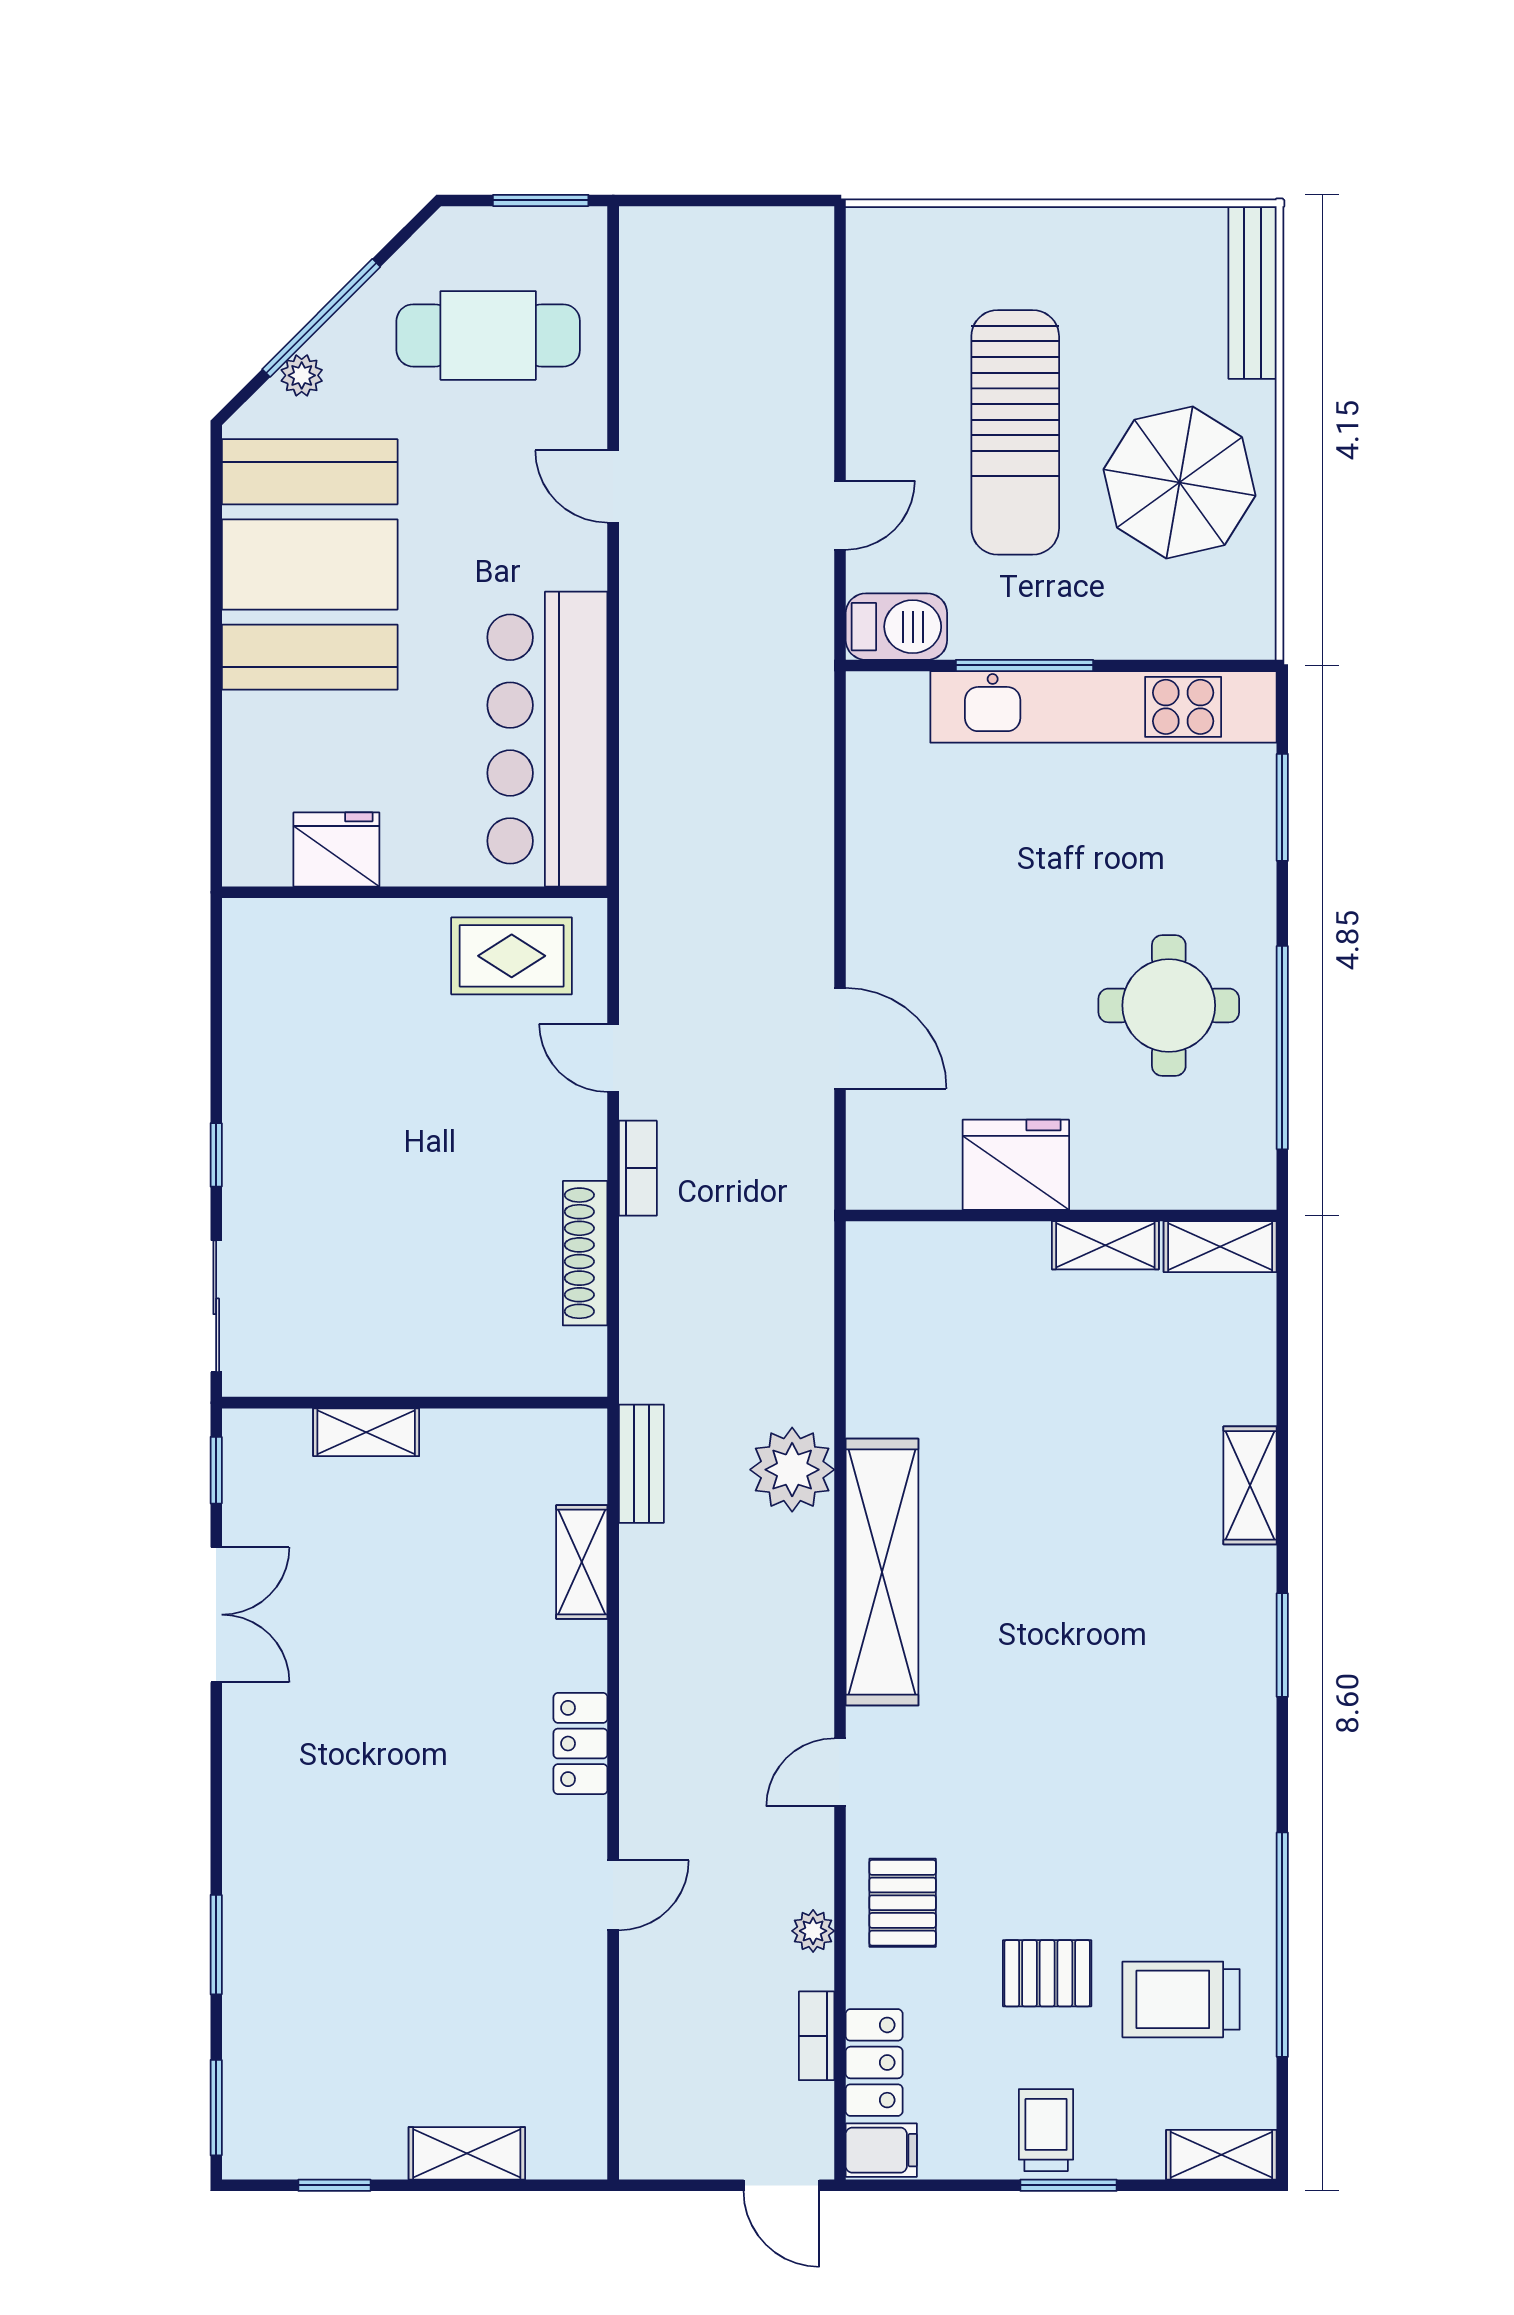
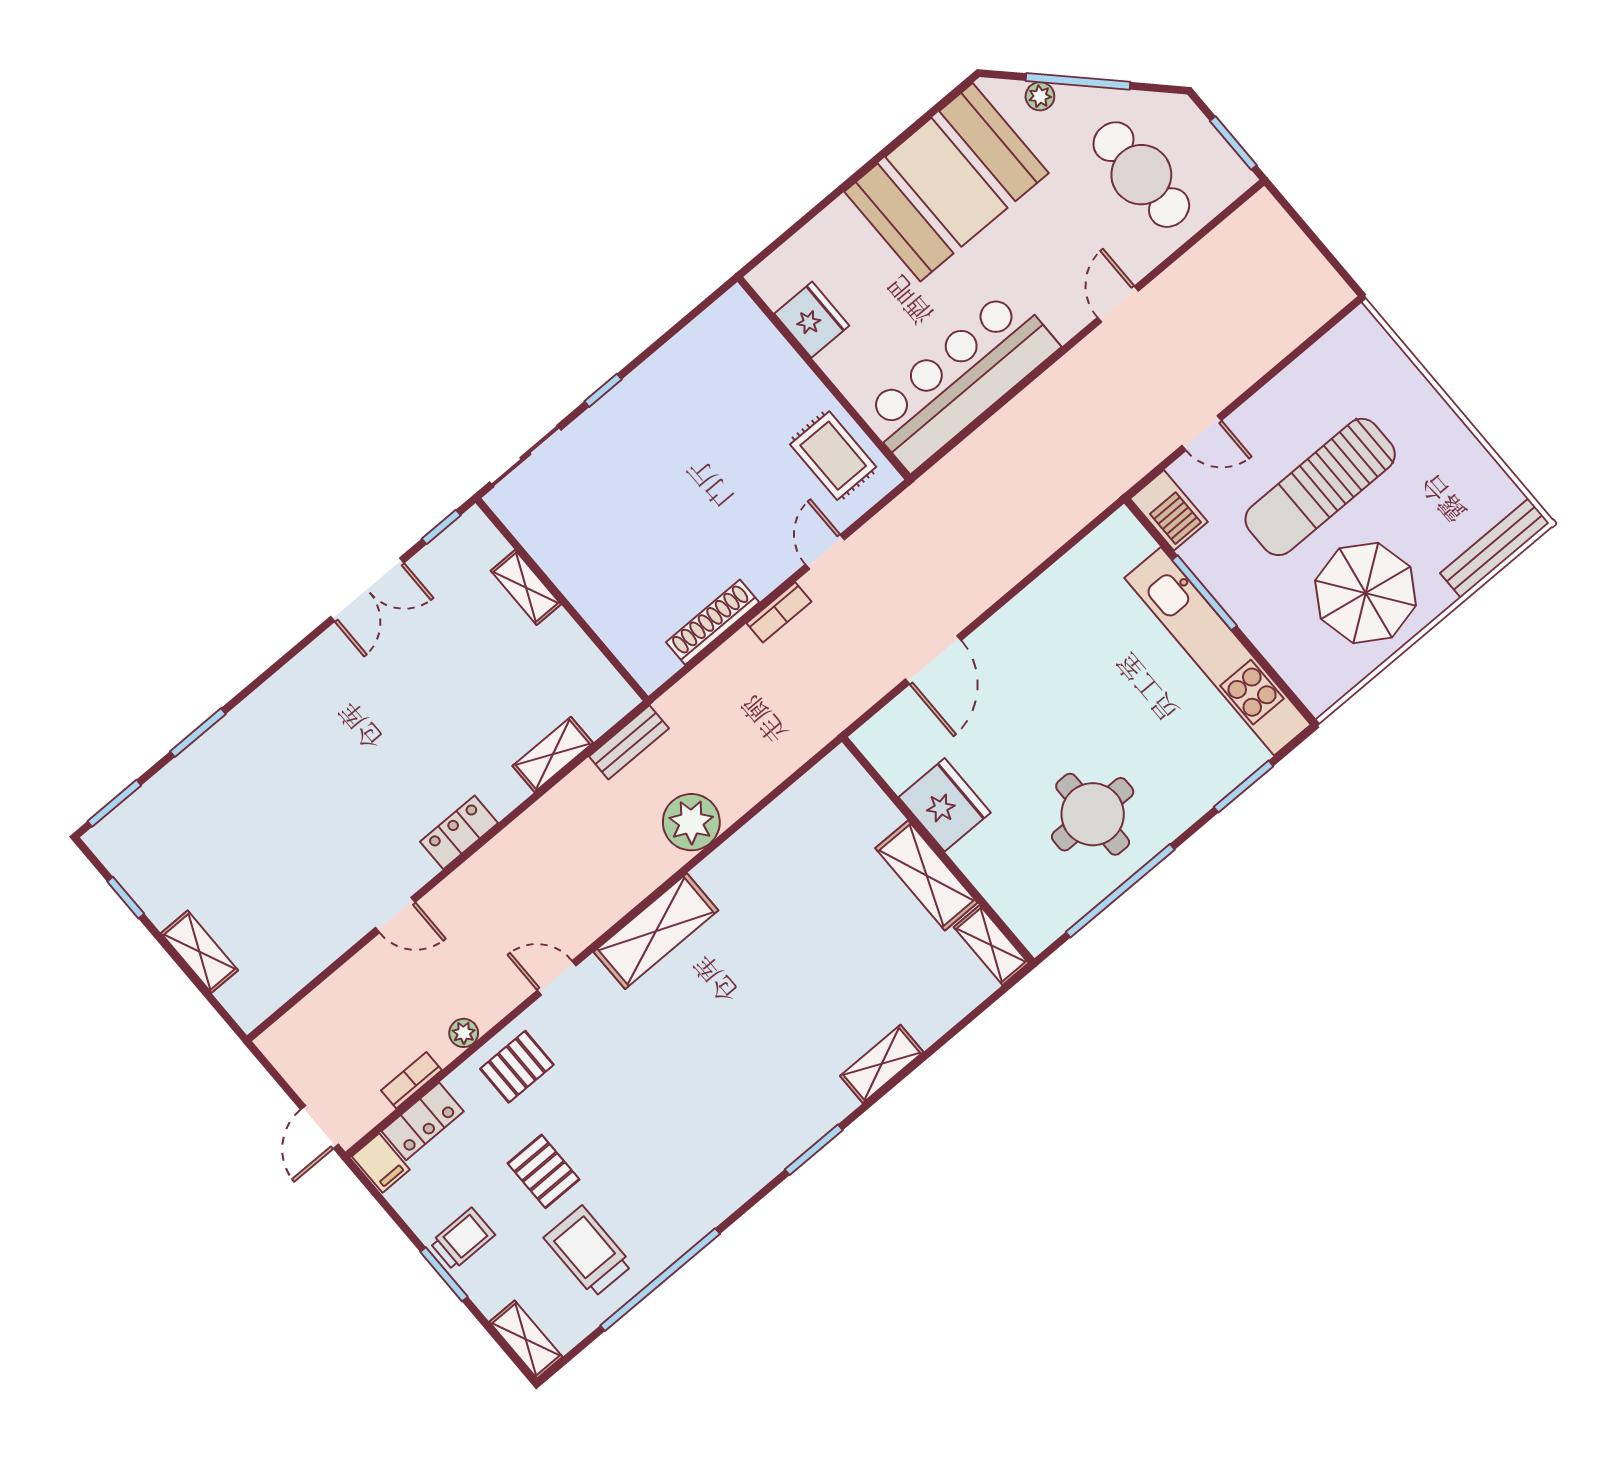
shelving: (1105, 1245) -> (926, 875), width x1.50, depth x1.33
shelving: (882, 1572) -> (656, 931), width x0.68

